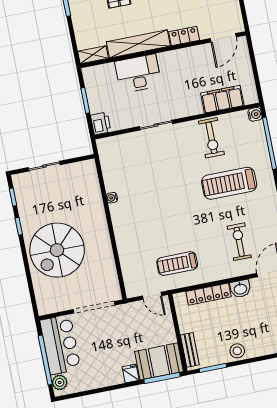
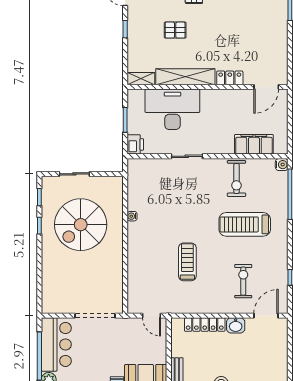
desk: (138, 73) -> (172, 109), width x1.36, depth x1.30
spiral stairs: (57, 250) -> (81, 225), moved
treadmill: (177, 264) -> (187, 262), moved, turned 90

